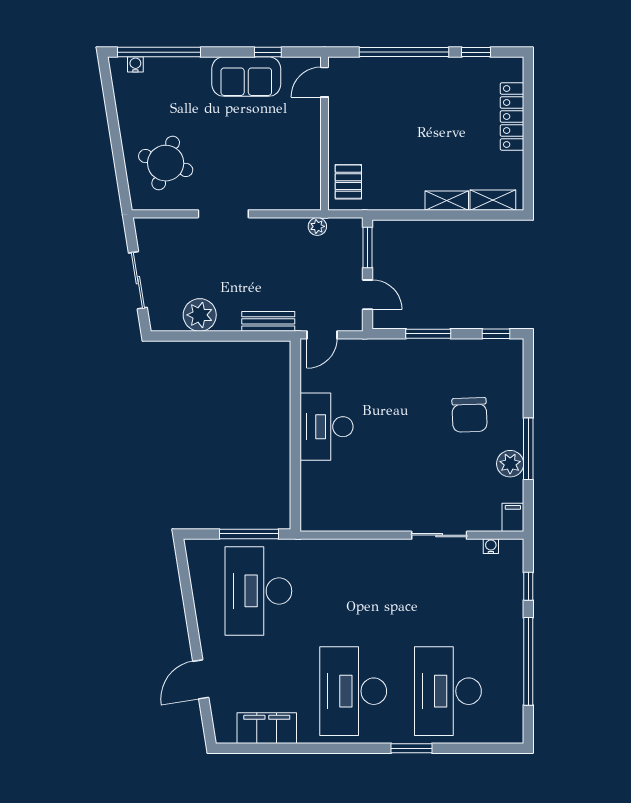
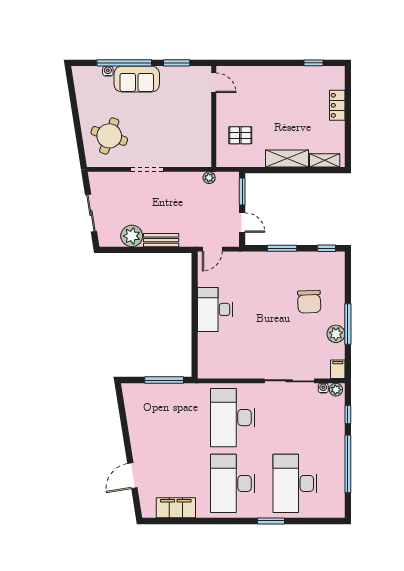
window: (159, 52) -> (124, 63), moved
window: (268, 52) -> (177, 63), width x1.50
window: (404, 52) -> (266, 63), removed
water cooler: (135, 64) -> (108, 71), moved
sofa: (246, 77) -> (137, 79), moved
door: (324, 82) -> (214, 83), swing flipped
locker: (512, 117) -> (337, 105), width x0.66
pallet: (348, 182) -> (240, 135), moved, turned 90
shelving: (447, 201) -> (287, 159), width x1.50, depth x1.33
bench: (268, 321) -> (161, 240), moved
sliding door: (439, 535) -> (289, 381), width x1.37
plant: (510, 549) -> (336, 390), added
desk: (258, 591) -> (233, 418), moved

